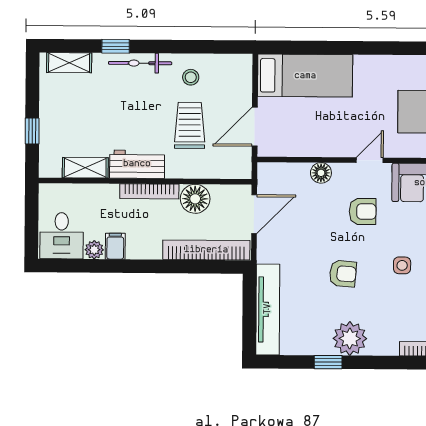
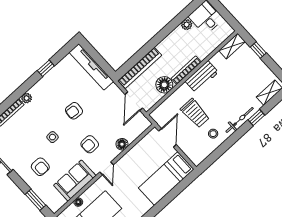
shelving: (85, 168) -> (232, 46), moved
filing cabinet: (115, 246) -> (179, 34), removed
plant: (350, 338) -> (27, 98), moved, width x0.53, depth x0.53

